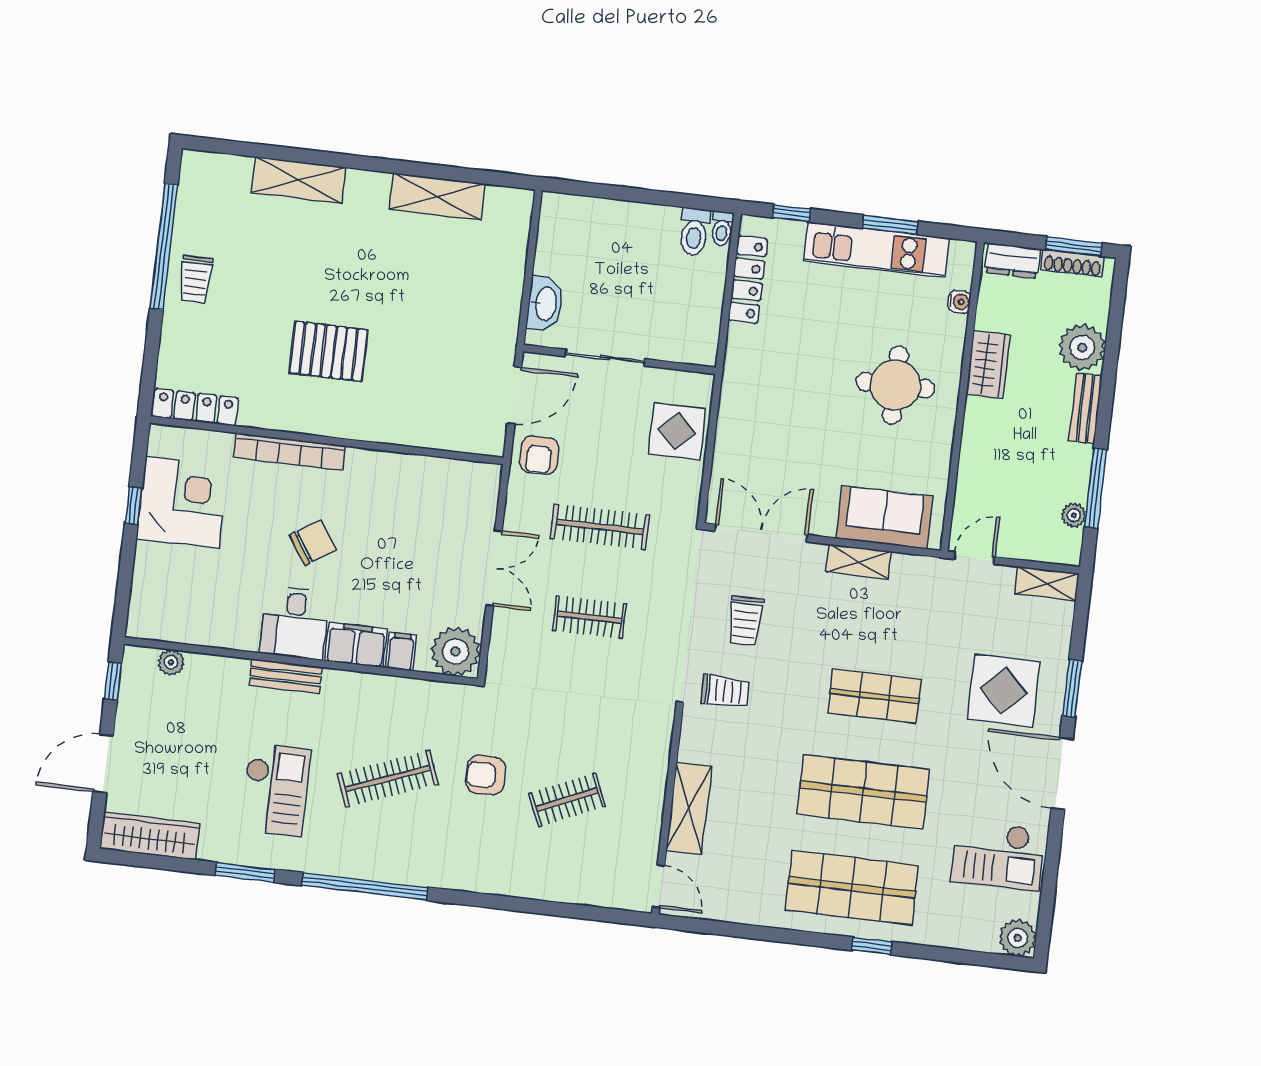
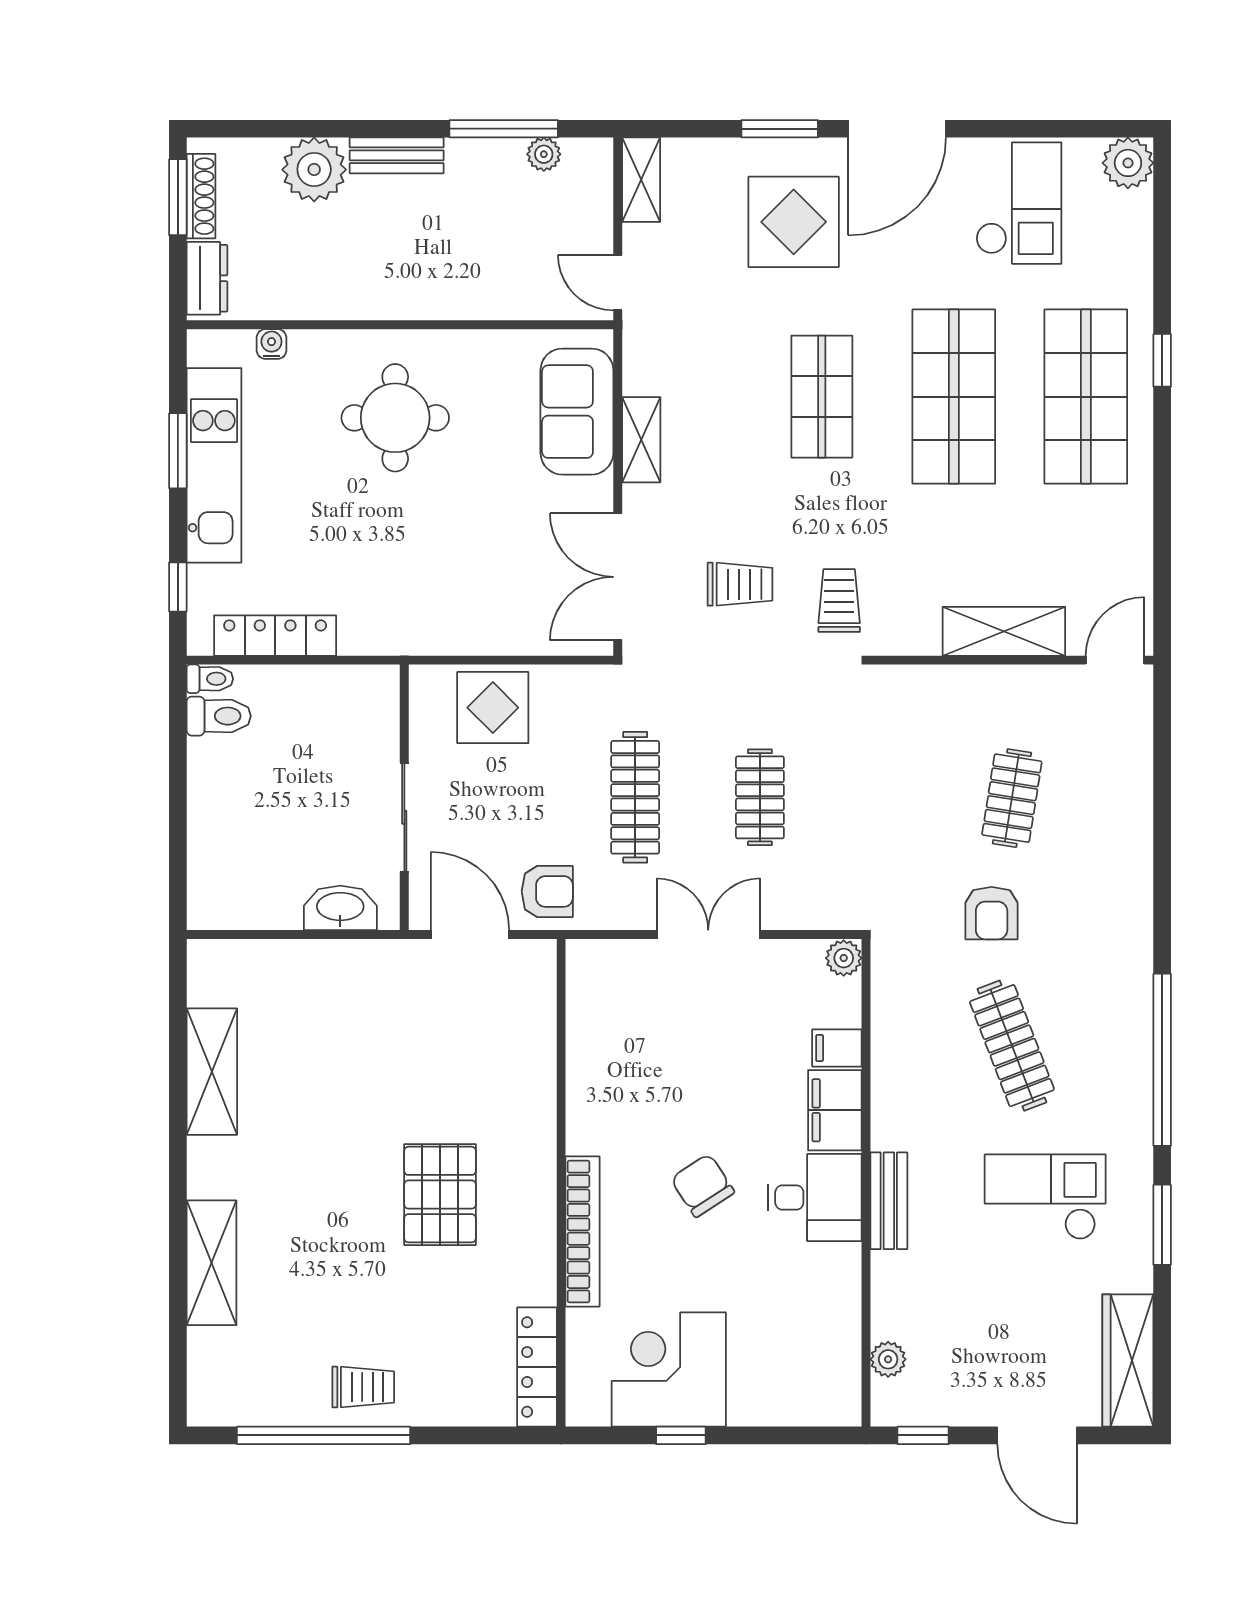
wardrobe: (988, 365) -> (352, 295), removed
plant: (456, 651) -> (844, 958), width x0.53, depth x0.53
clothes rail: (567, 800) -> (1012, 798), turned 33

